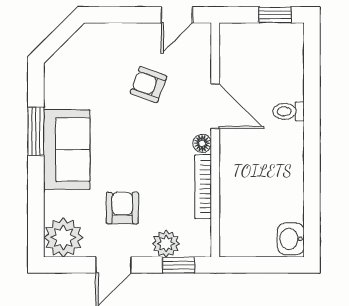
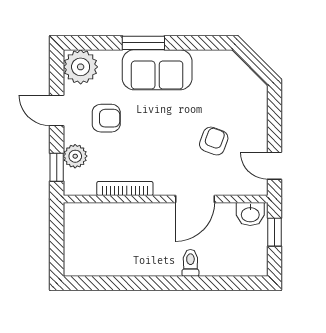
window: (275, 15) -> (274, 232), moved
window: (36, 131) -> (143, 43), moved
floor lamp: (202, 143) -> (163, 188), removed
washbasin: (291, 239) -> (250, 214), moved, turned 180

